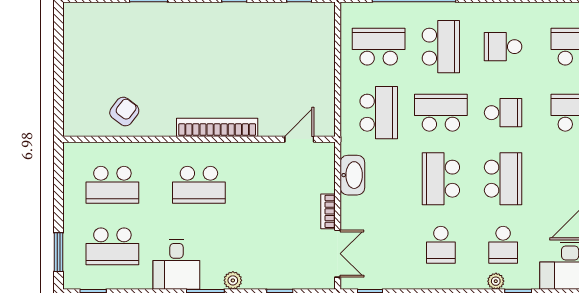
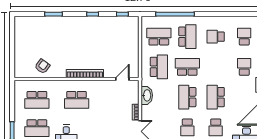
school desk: (503, 113) -> (216, 67), removed
school desk: (503, 179) -> (216, 97), turned 180

